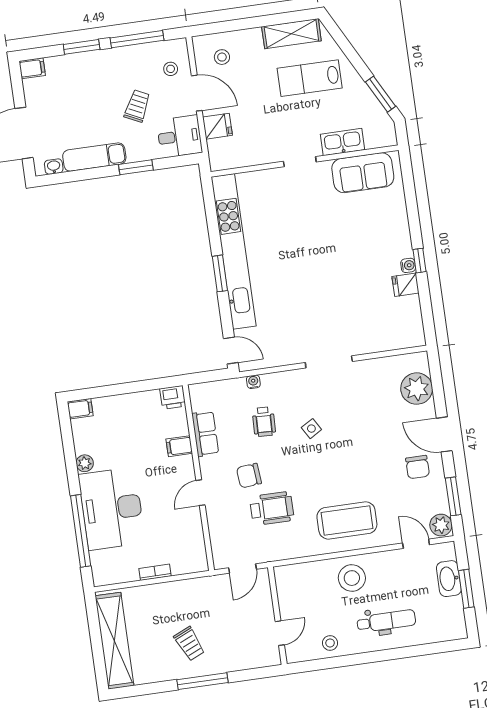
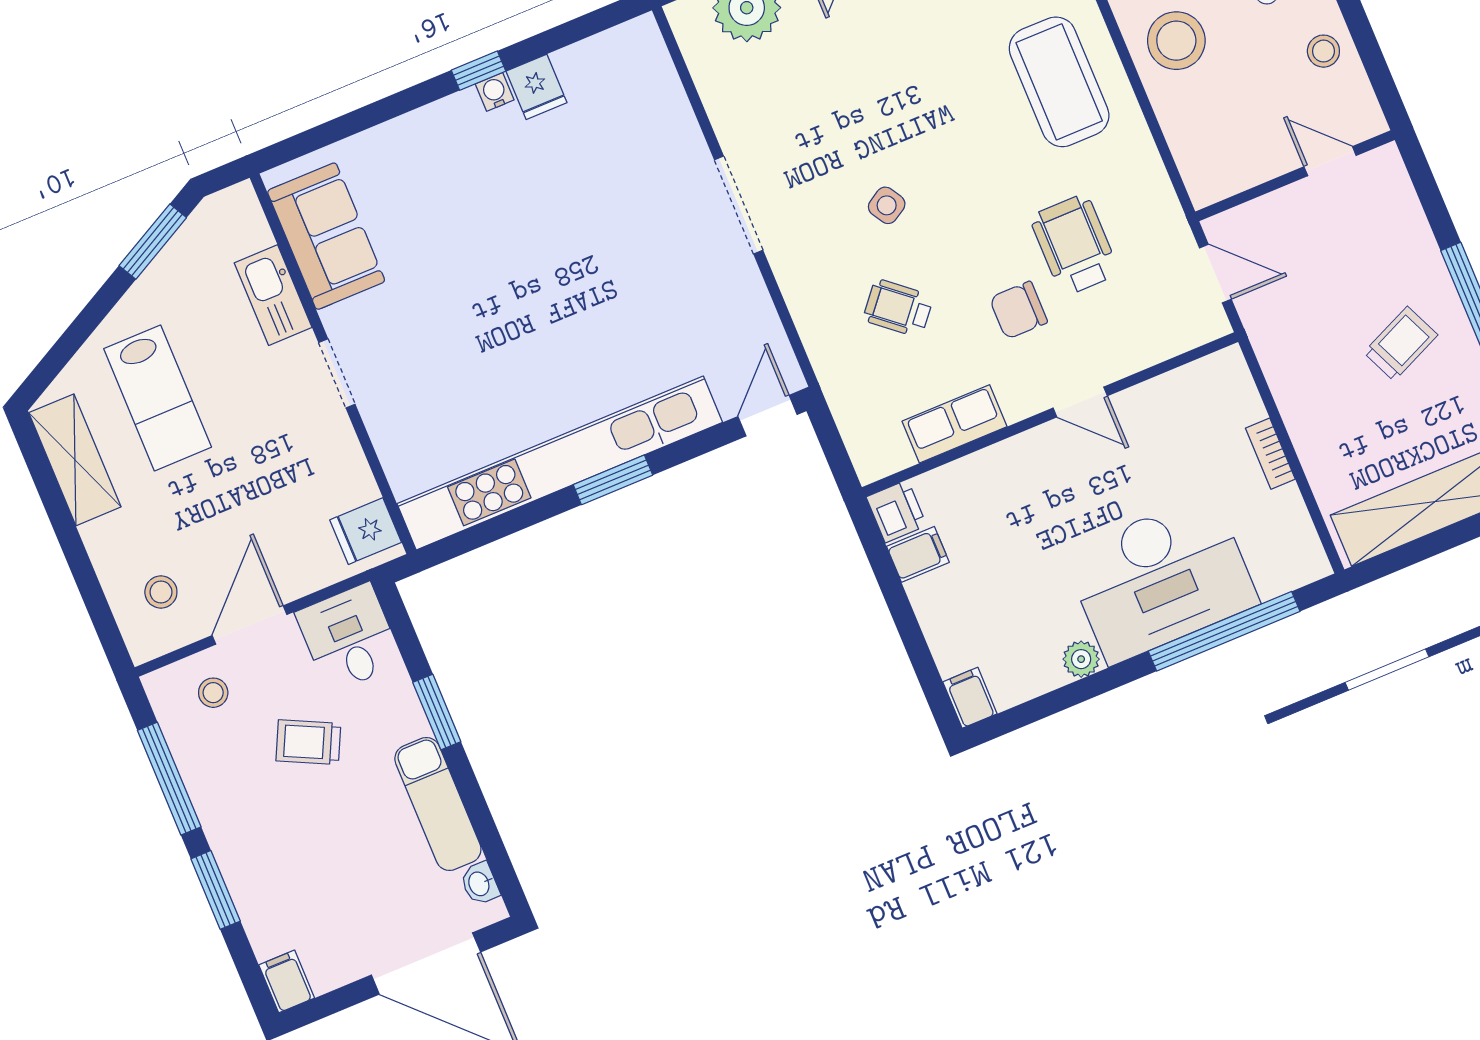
fridge: (218, 126) -> (366, 531), moved, turned -90
water cooler: (253, 382) -> (820, 352), removed
wheelchair: (264, 422) -> (898, 308), turned -142
filing cabinet: (179, 446) -> (918, 554), moved, turned -90
chair: (249, 476) -> (1018, 310), turned 95

